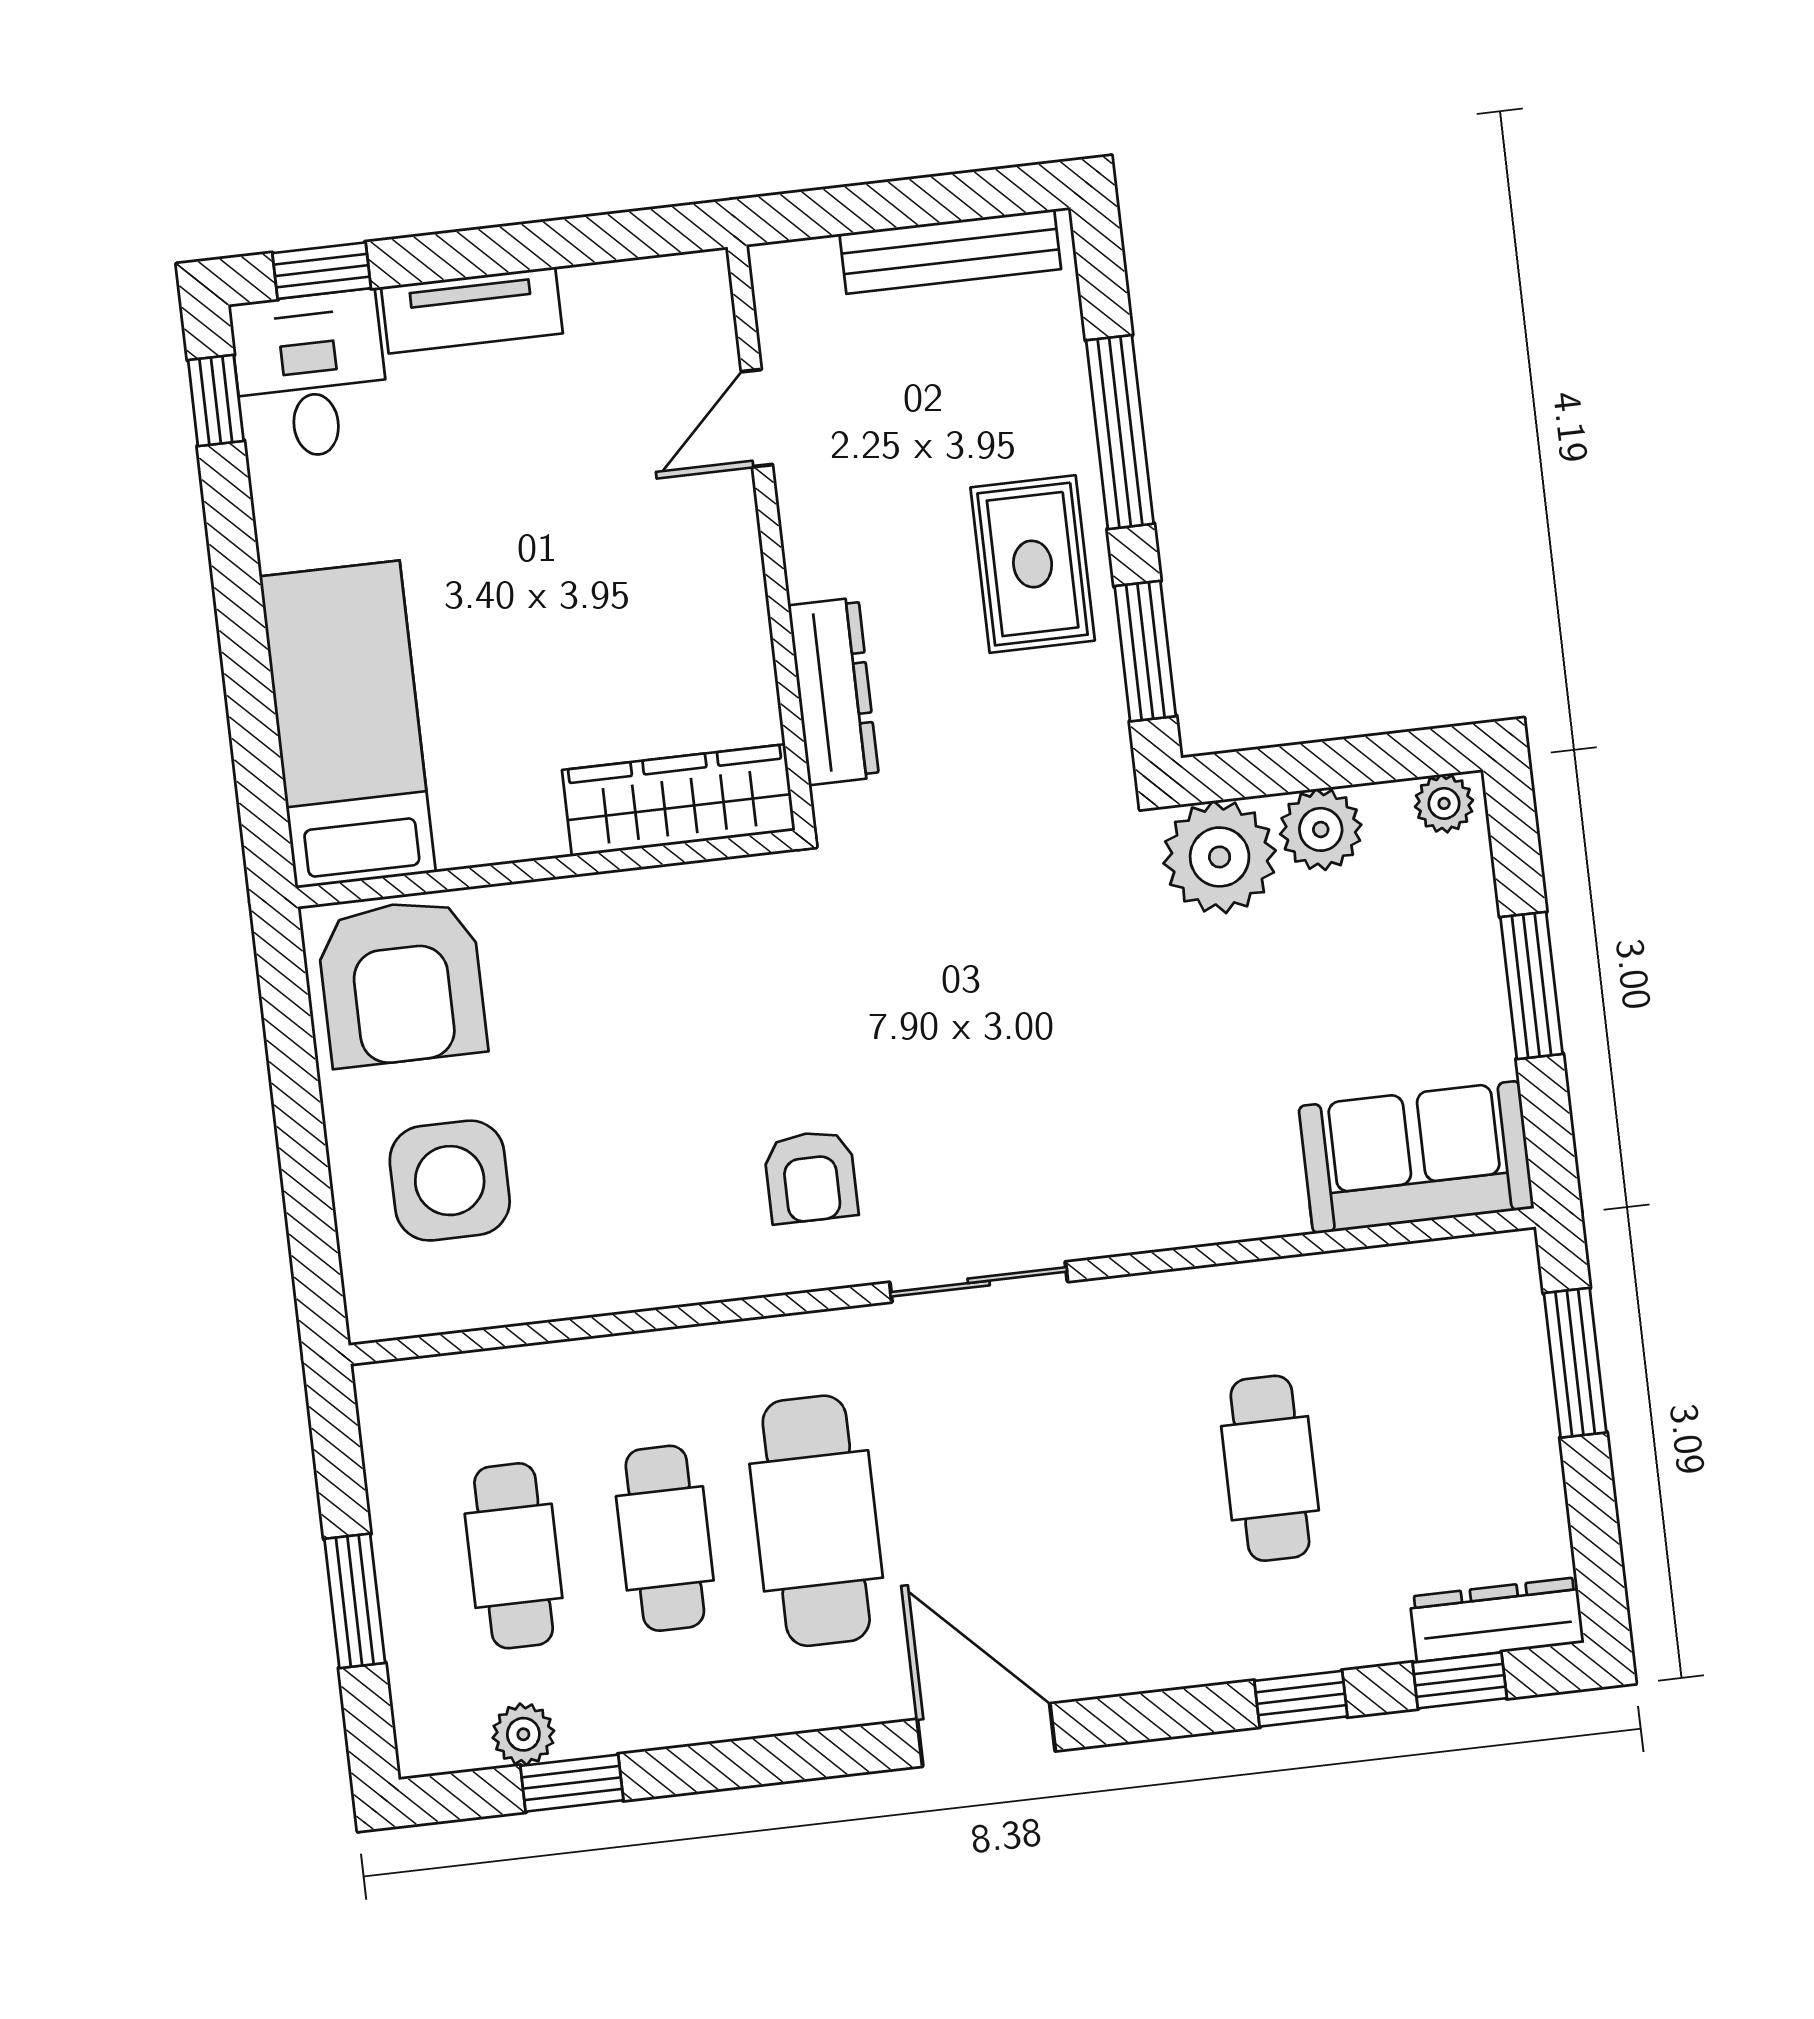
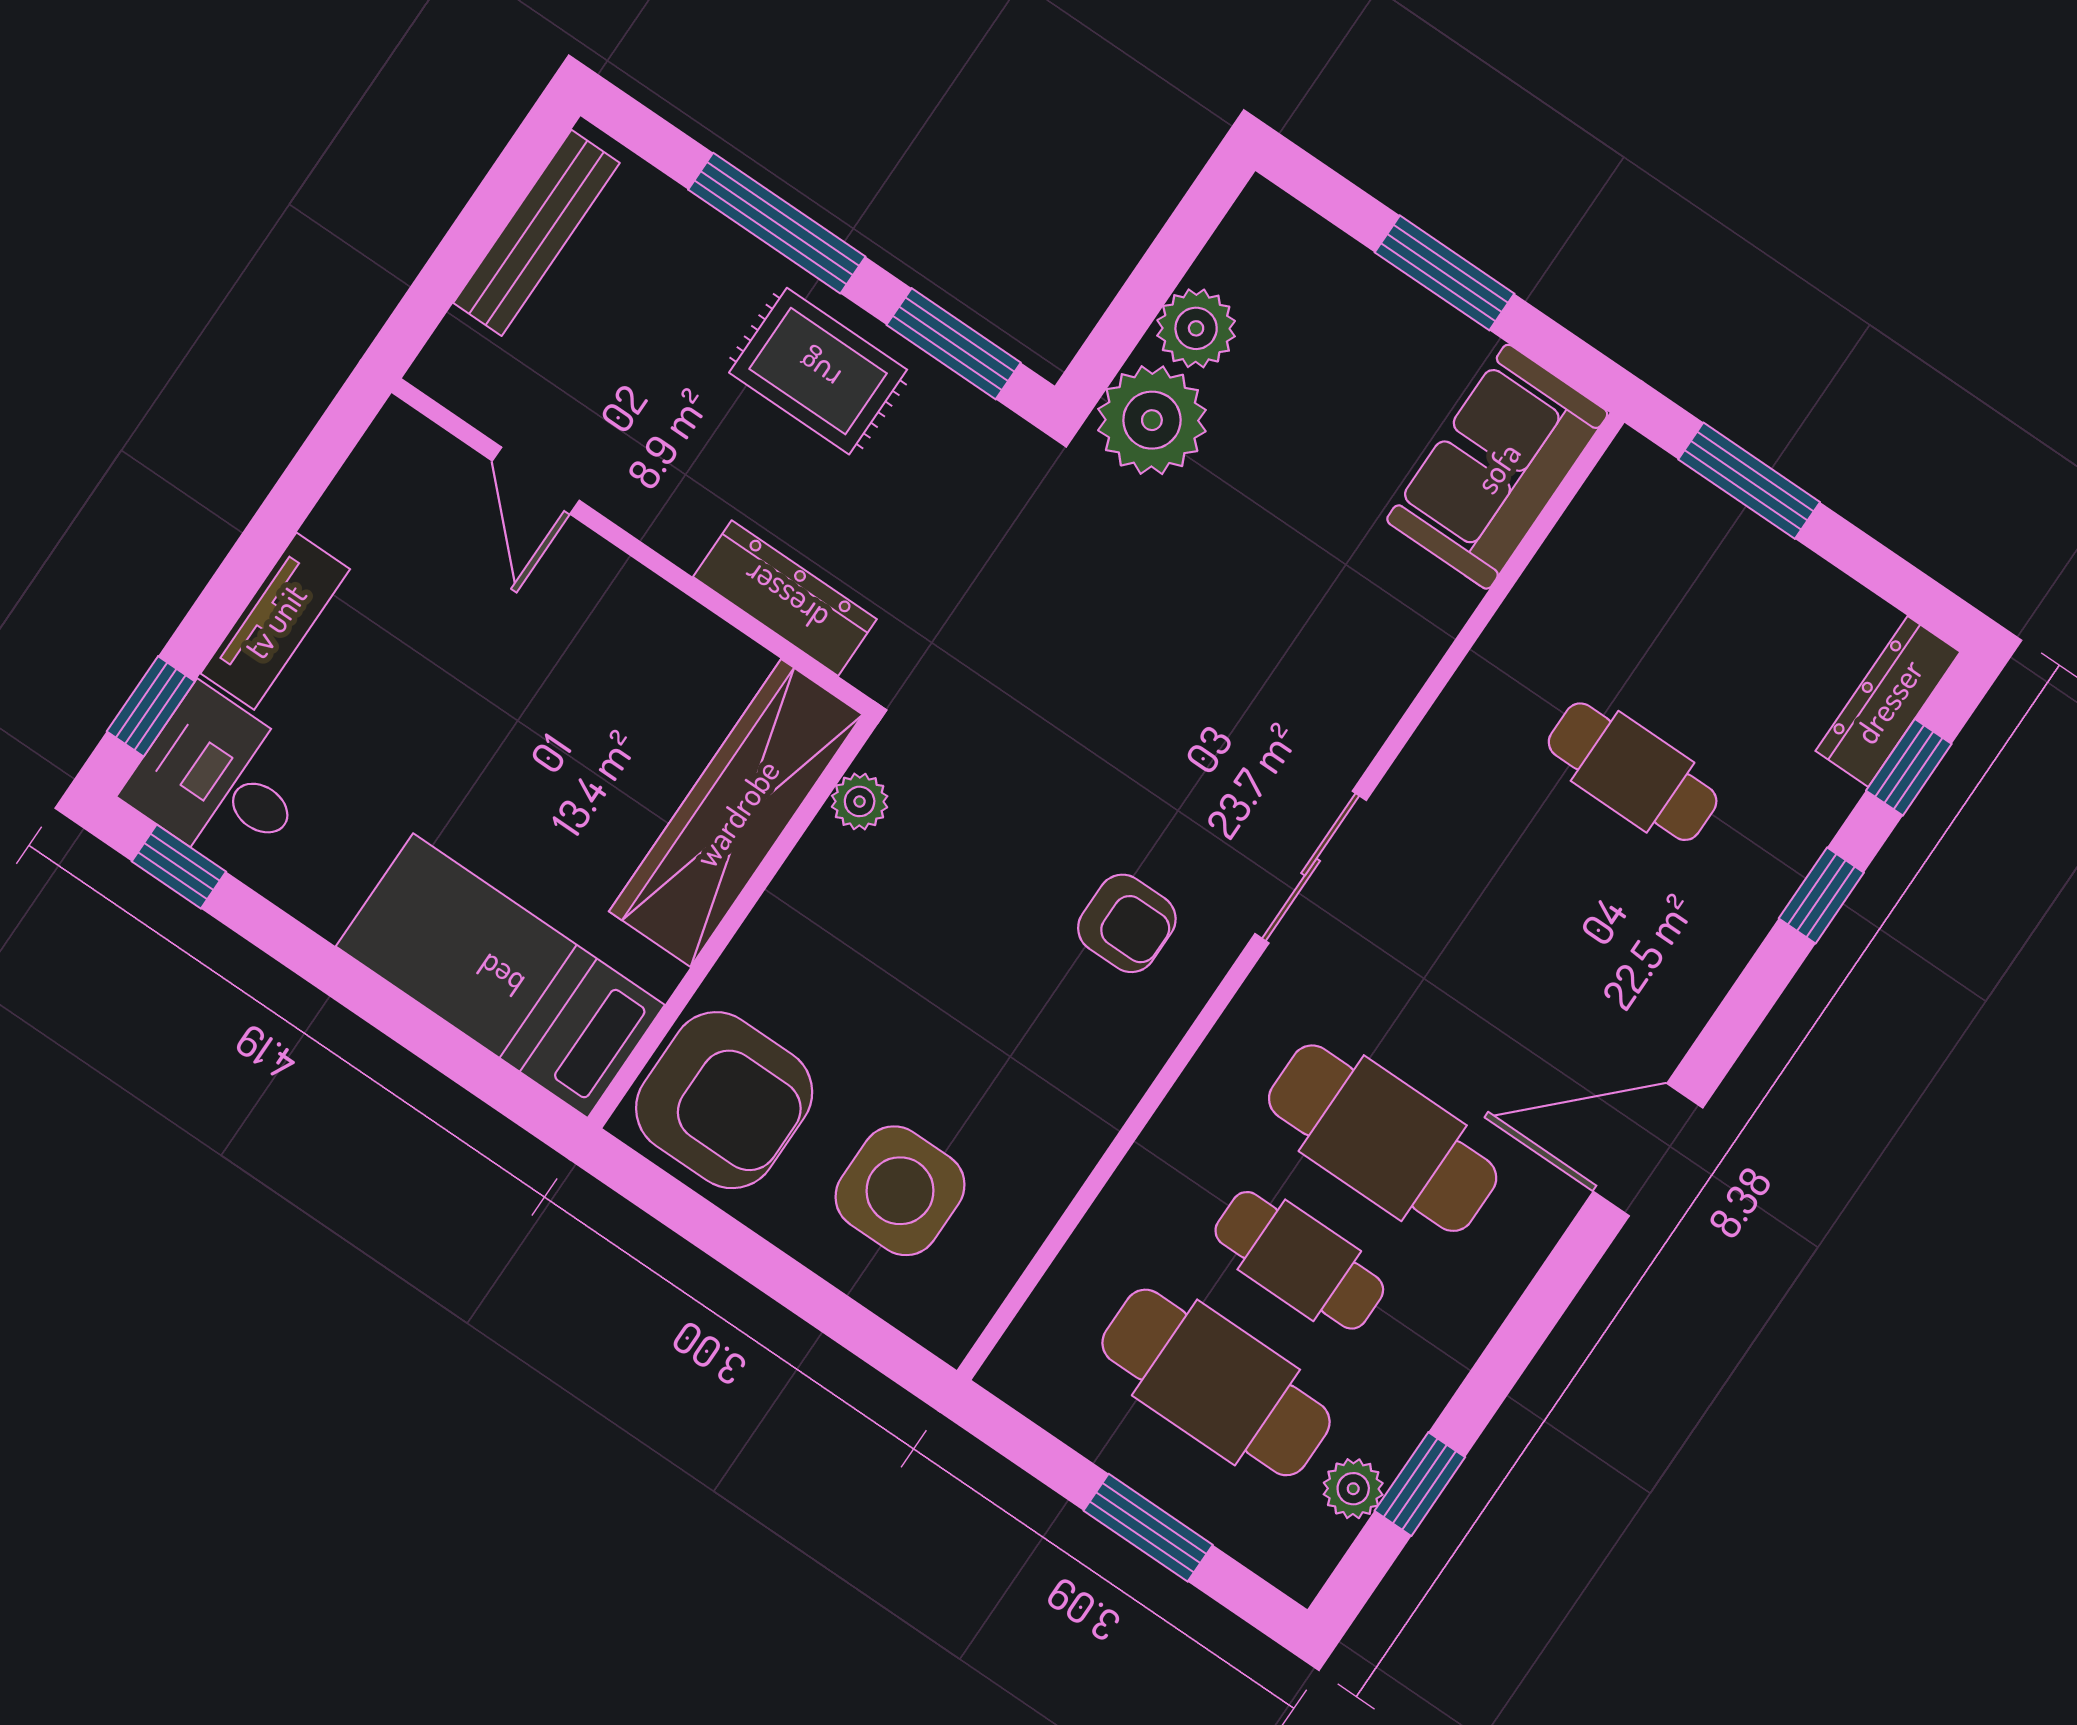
wardrobe: (679, 800) -> (736, 813), width x1.40, depth x1.17
plant: (1444, 803) -> (860, 801), moved
cafe table: (514, 1556) -> (1216, 1382), width x1.37, depth x1.35

